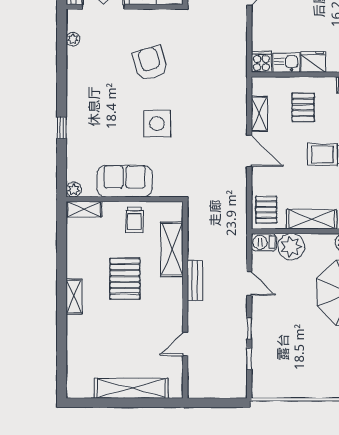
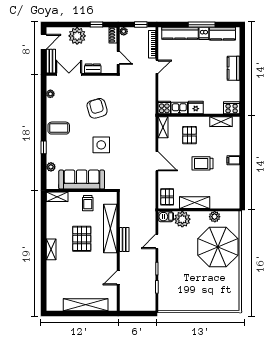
coffee table: (87, 96) -> (59, 128), added
shelving: (259, 114) -> (163, 127), moved
sofa: (125, 181) -> (82, 180), width x1.36
plant: (74, 190) -> (51, 167), moved
shelving: (172, 249) -> (110, 229), width x1.47
door: (249, 283) -> (157, 241), swing flipped

